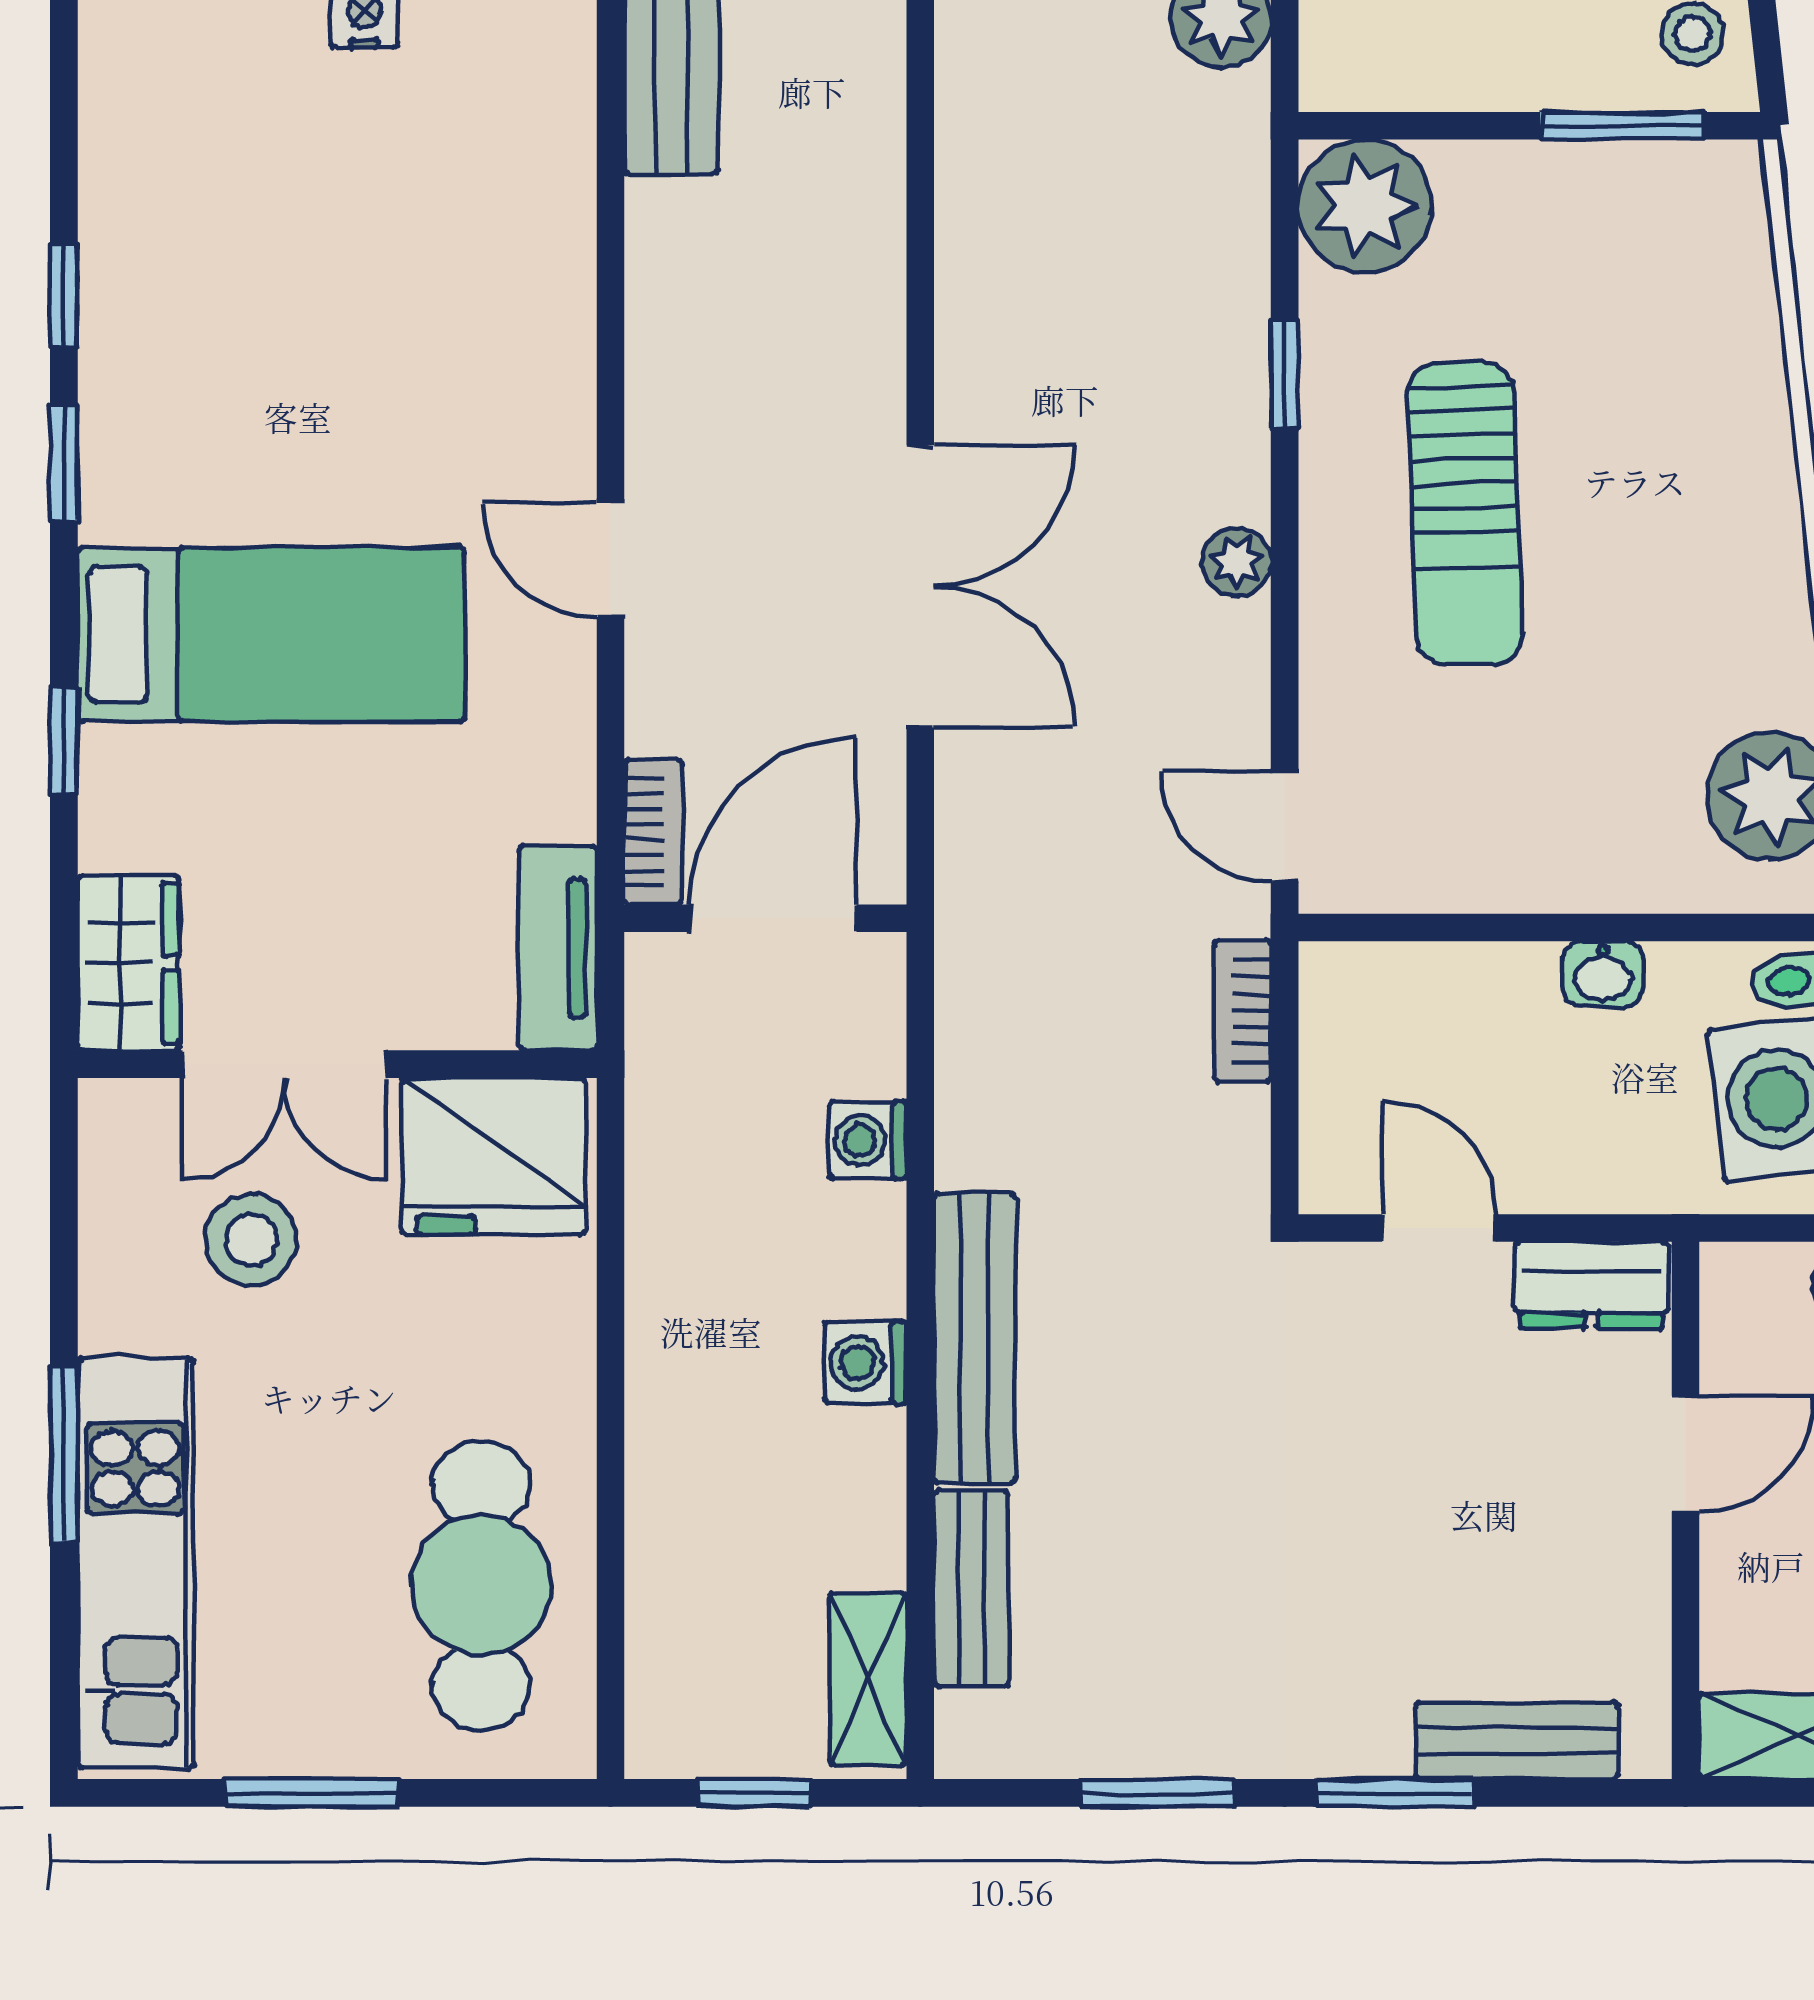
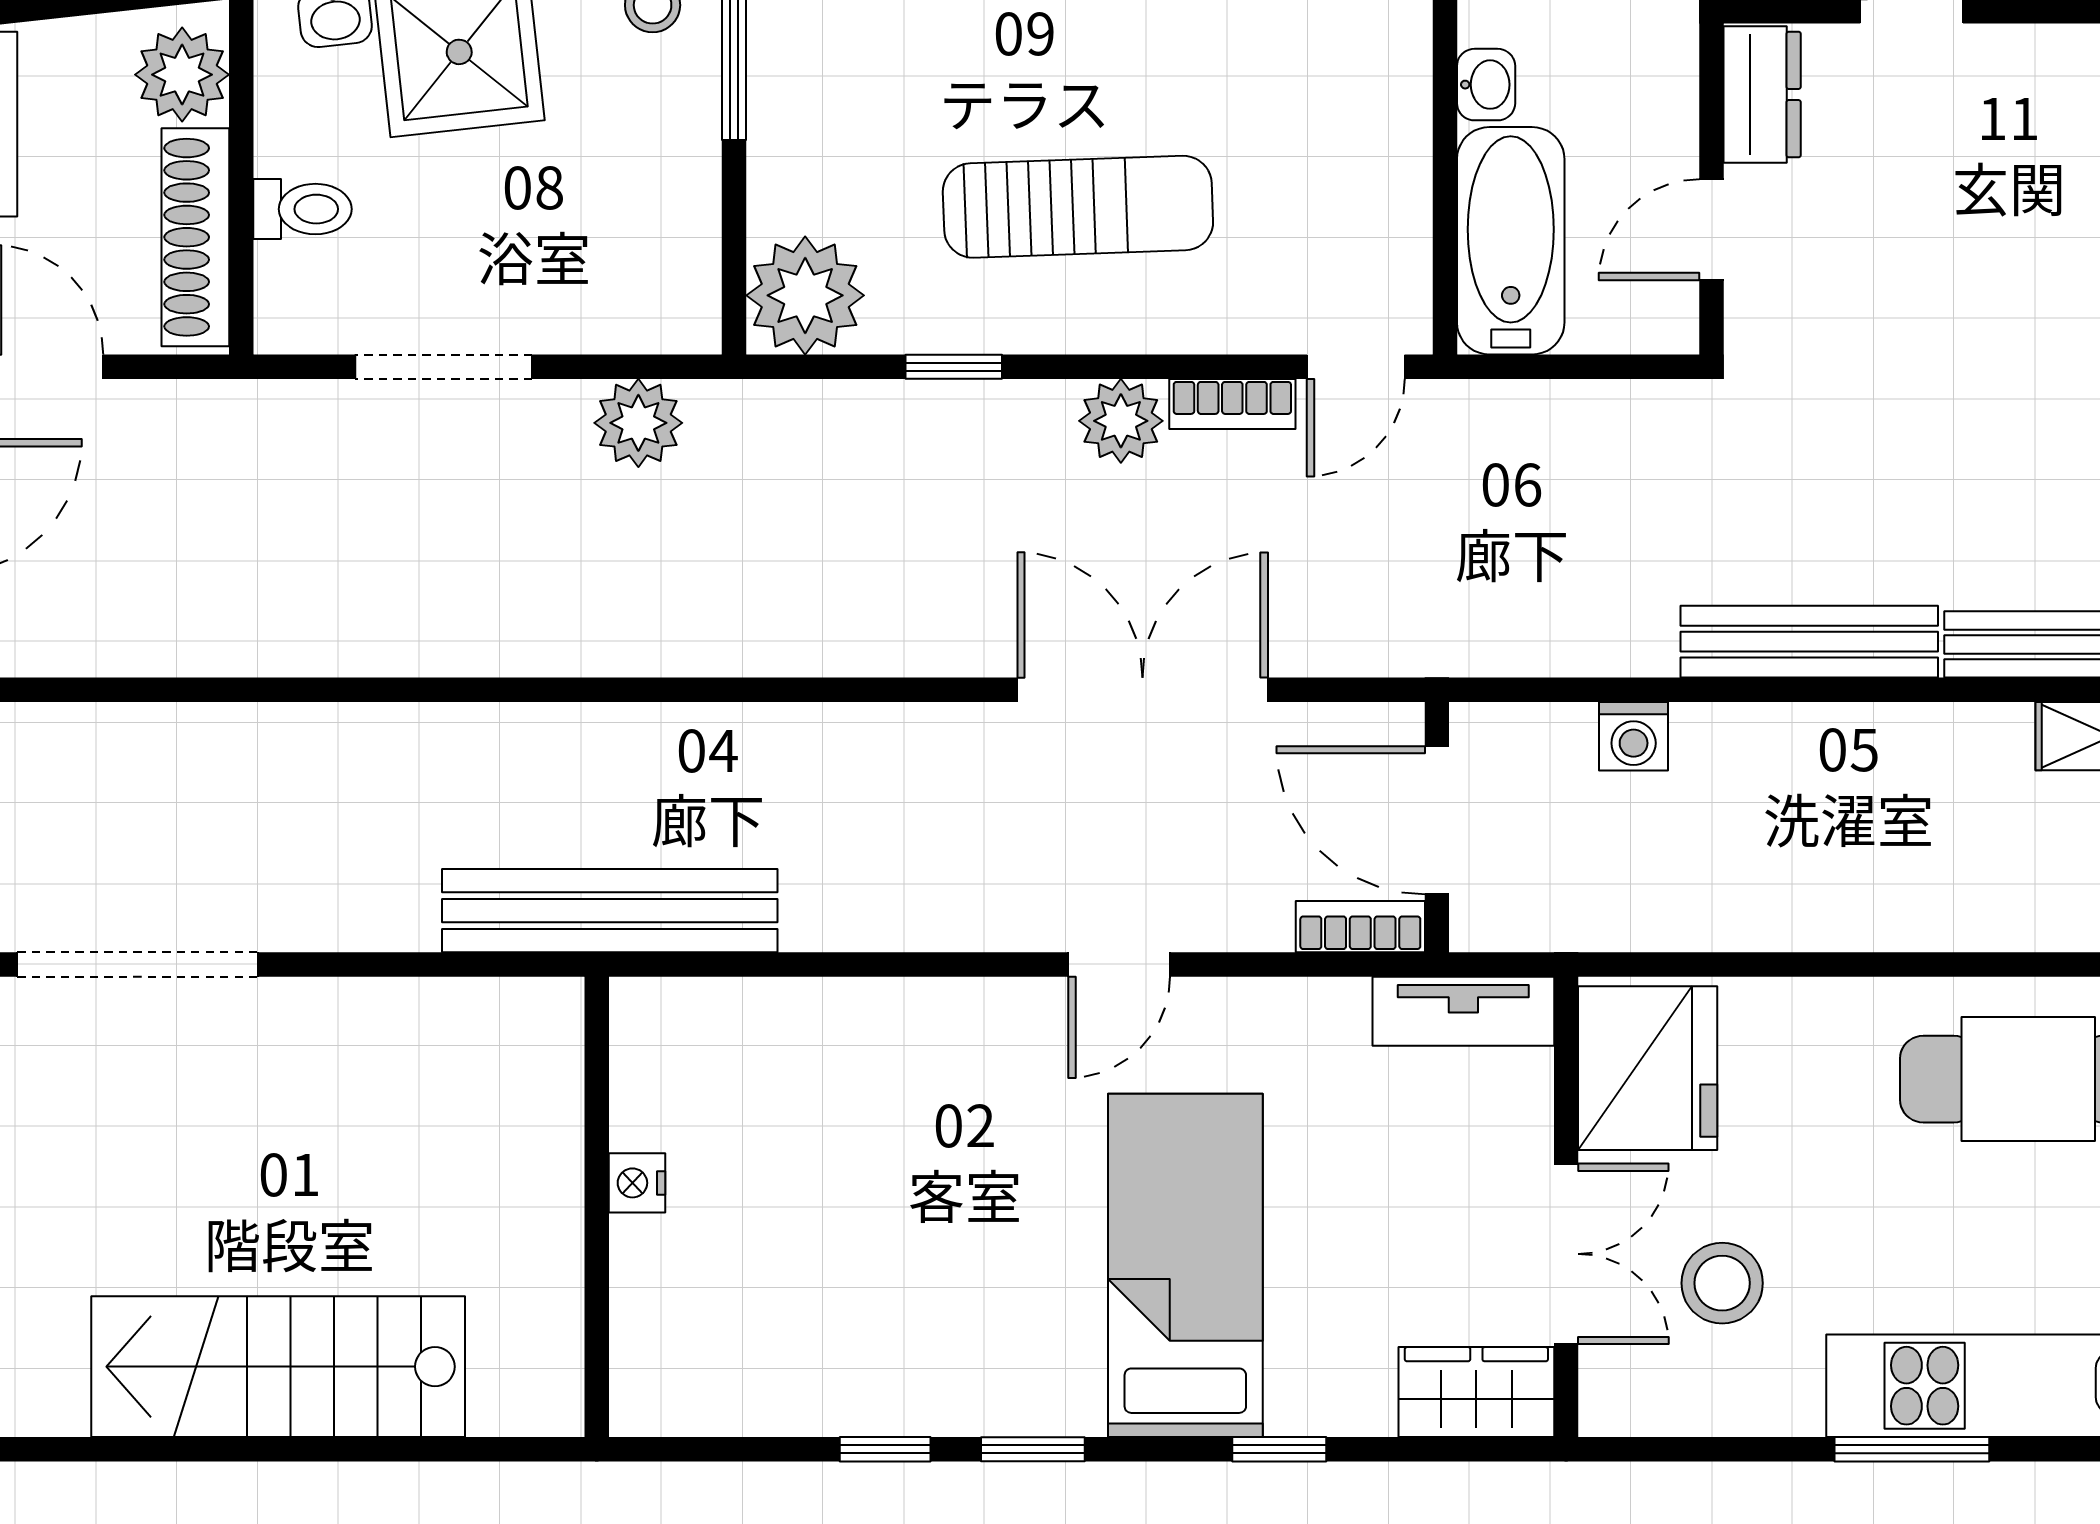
plant: (1237, 562) -> (1121, 421), width x1.38, depth x1.38
bathtub: (1427, 1002) -> (1511, 241), added
bookcase: (1243, 1011) -> (1232, 404), moved
washing machine: (865, 1363) -> (1831, 738), removed

